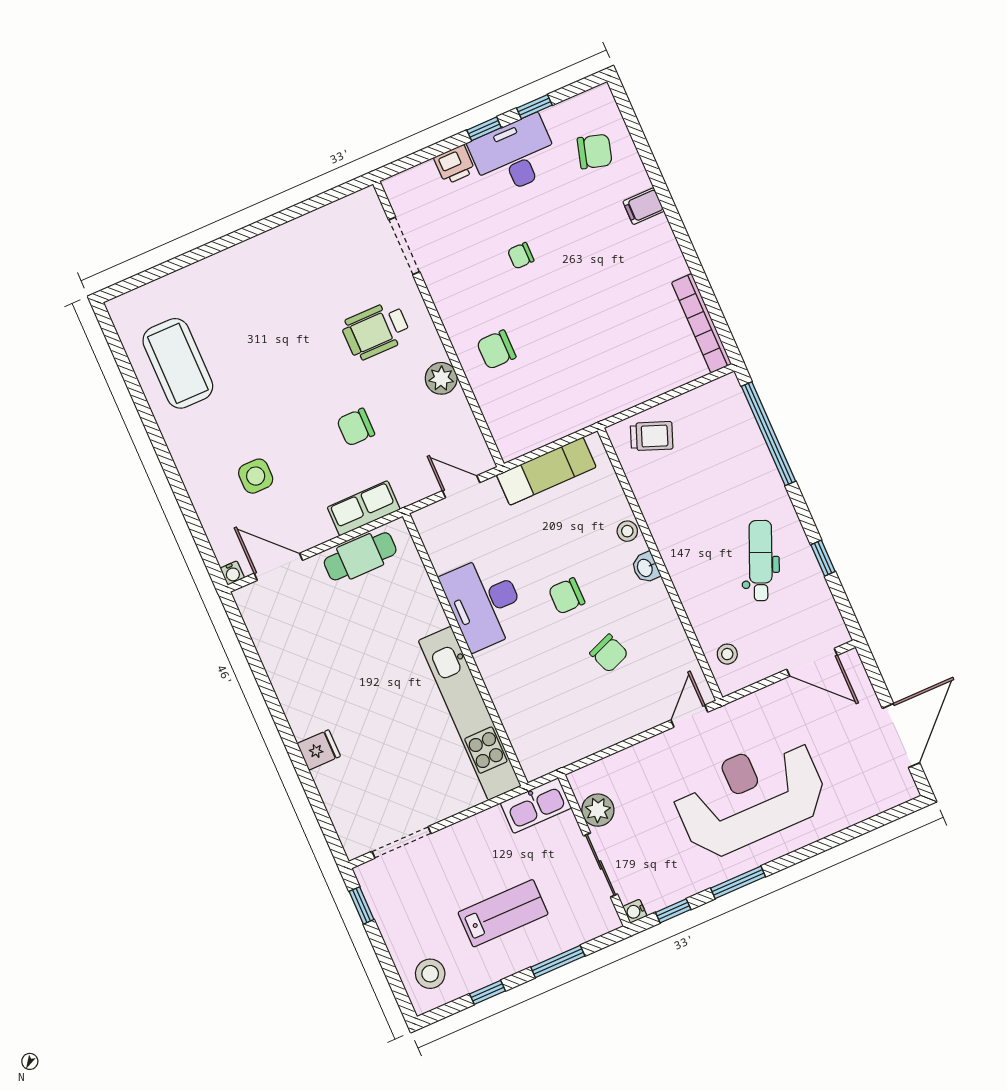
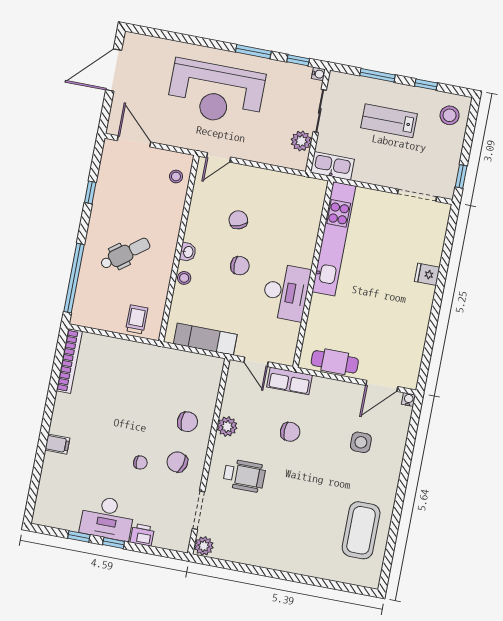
chair: (595, 151) -> (177, 462), moved
plant: (366, 205) -> (204, 546), added
trolley: (652, 436) -> (137, 319), turned 69
row of seats: (364, 508) -> (290, 381), moved
dental chair: (761, 561) -> (125, 254), moved, turned -150
door: (278, 567) -> (382, 386), hinge flipped

